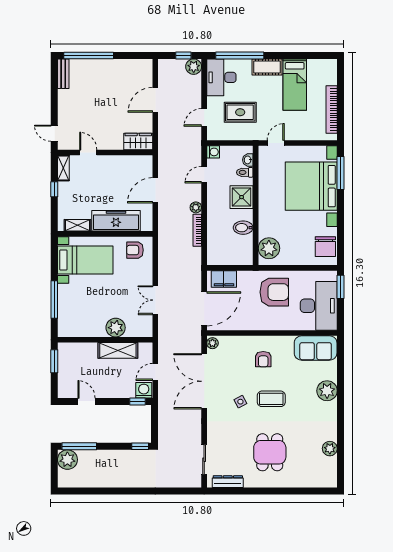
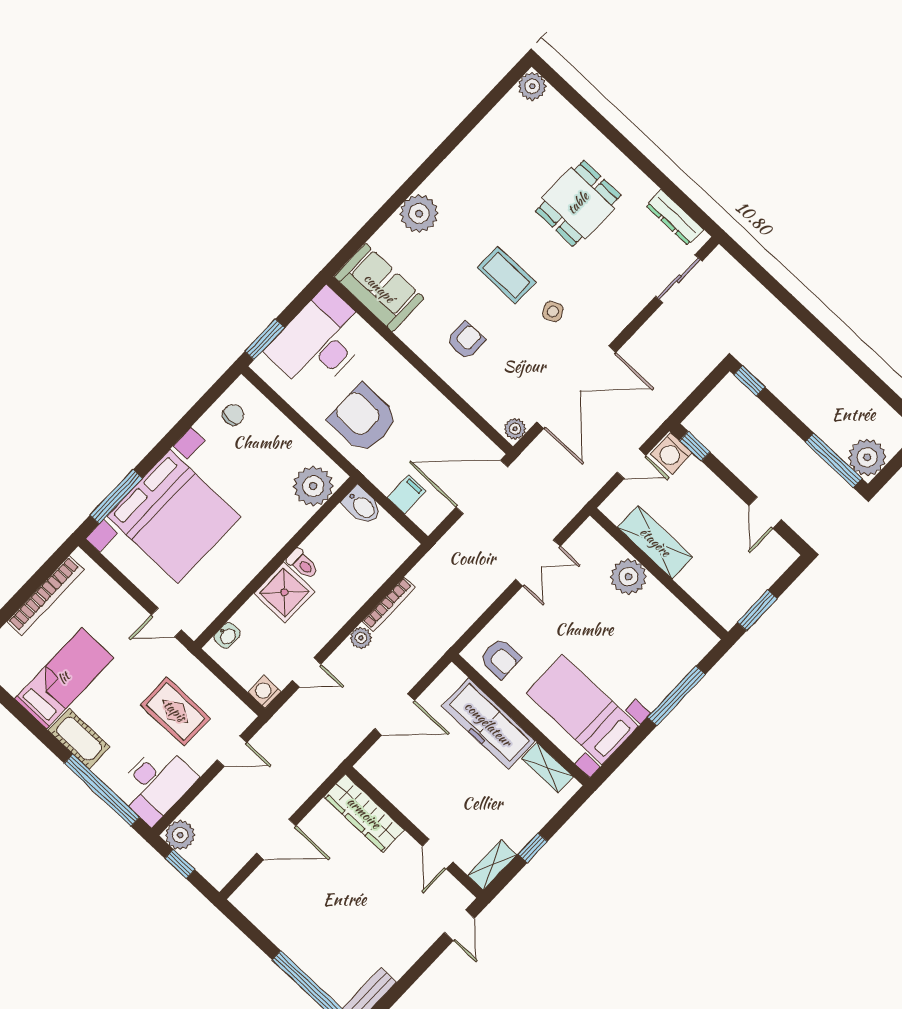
wardrobe: (138, 141) -> (364, 813), width x1.50
toilet: (245, 172) -> (303, 564), moved
bidet: (243, 228) -> (362, 506), moved
chair: (325, 247) -> (233, 415), width x0.54, depth x0.54
filing cabinet: (224, 279) -> (407, 494), width x0.50
plant: (330, 449) -> (532, 86), moved

